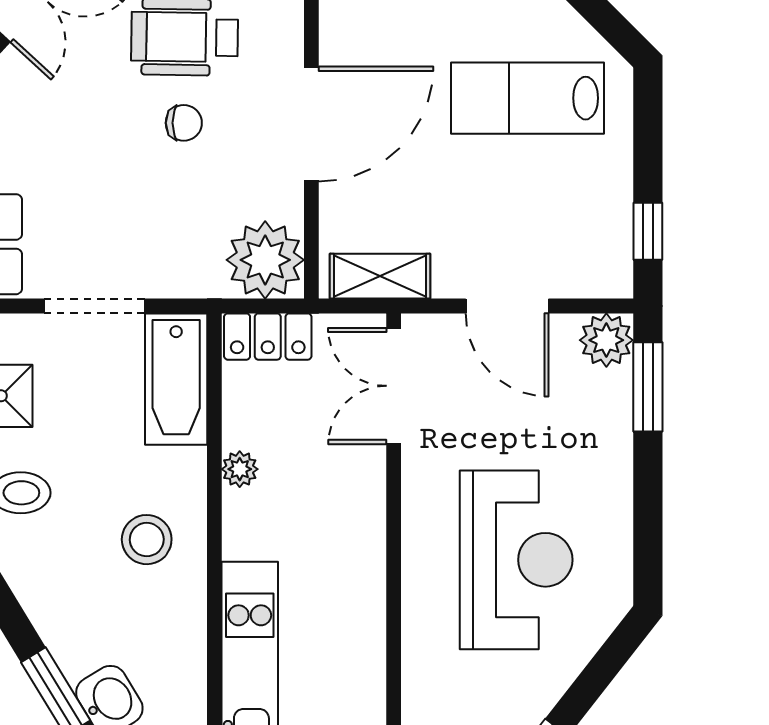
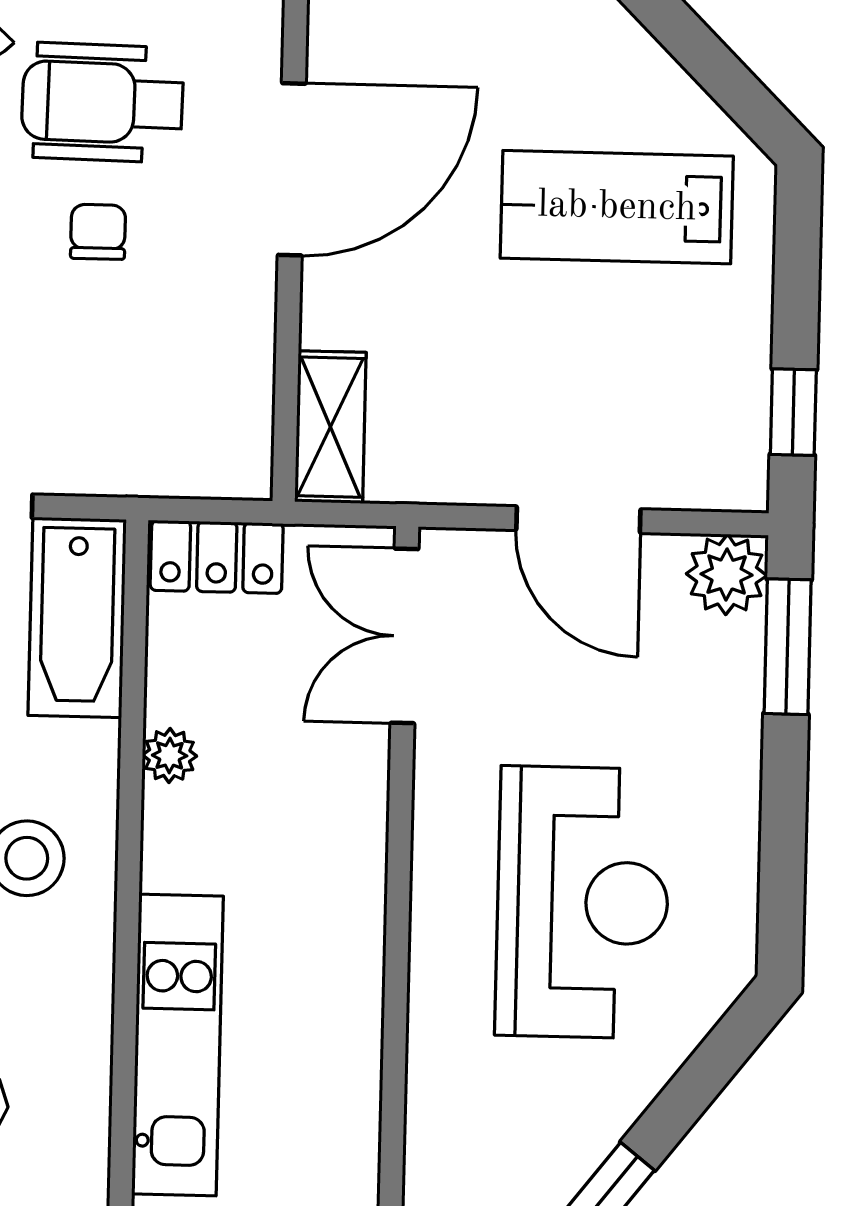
chair: (184, 123) -> (98, 232), turned -90
door: (311, 124) -> (292, 169), moved
plant: (265, 260) -> (216, 441), removed
shelving: (380, 276) -> (330, 427), moved, turned 90

